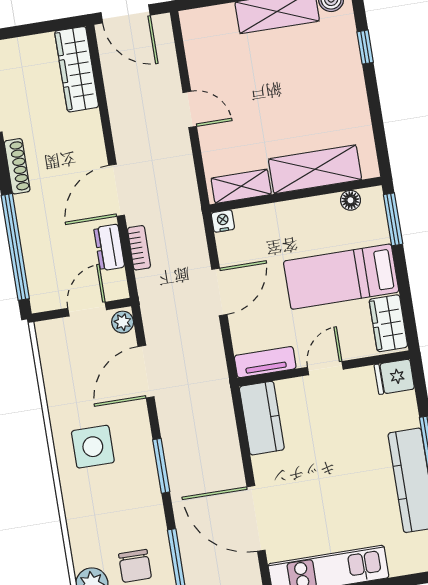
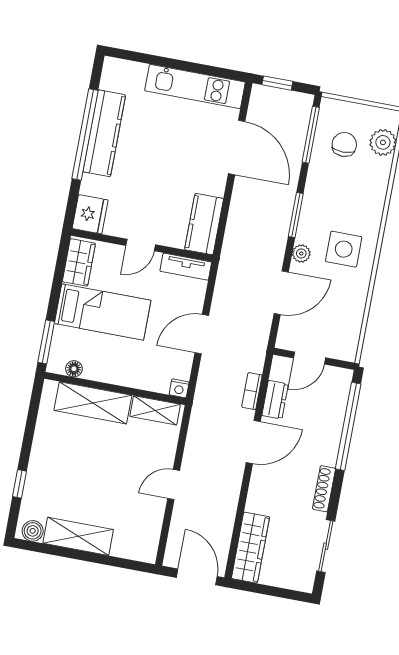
door: (190, 109) -> (174, 485), hinge flipped
plant: (123, 322) -> (301, 253), moved
fridge: (394, 377) -> (90, 214), width x1.38

